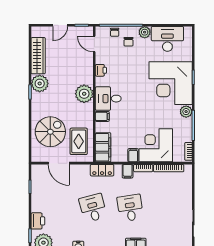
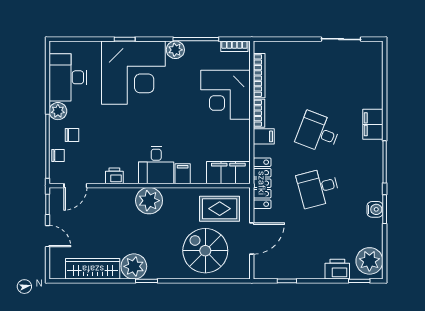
filing cabinet: (133, 155) -> (240, 128), removed
locker: (102, 170) -> (262, 183), width x1.53
desk: (130, 208) -> (318, 132), turned 30

